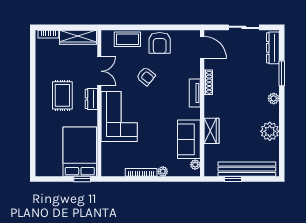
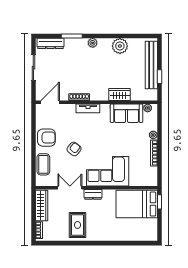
rug: (62, 95) -> (78, 225), moved, turned 90

